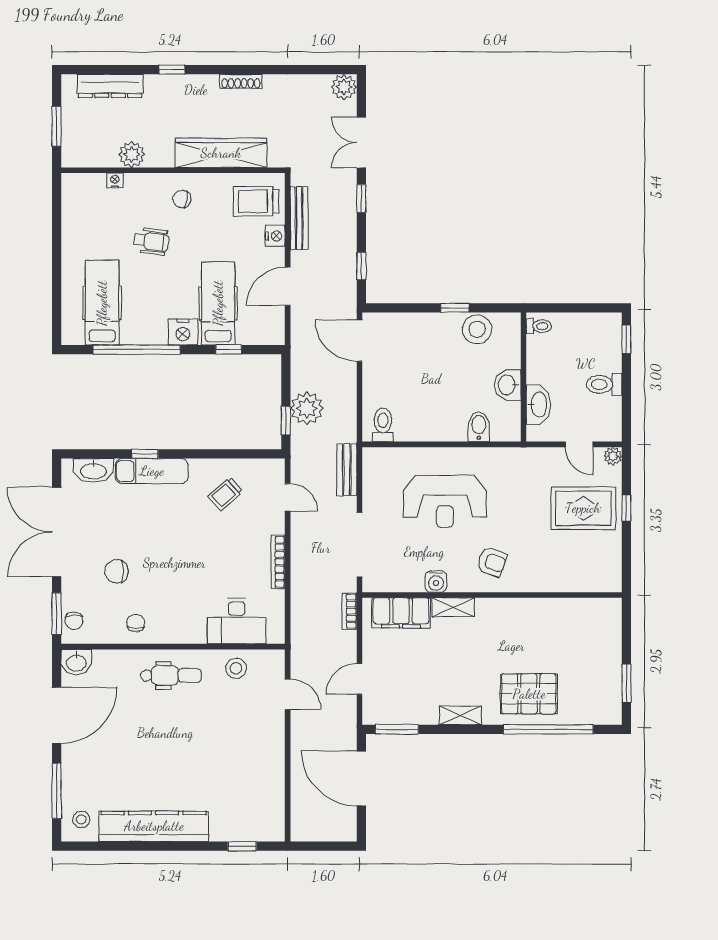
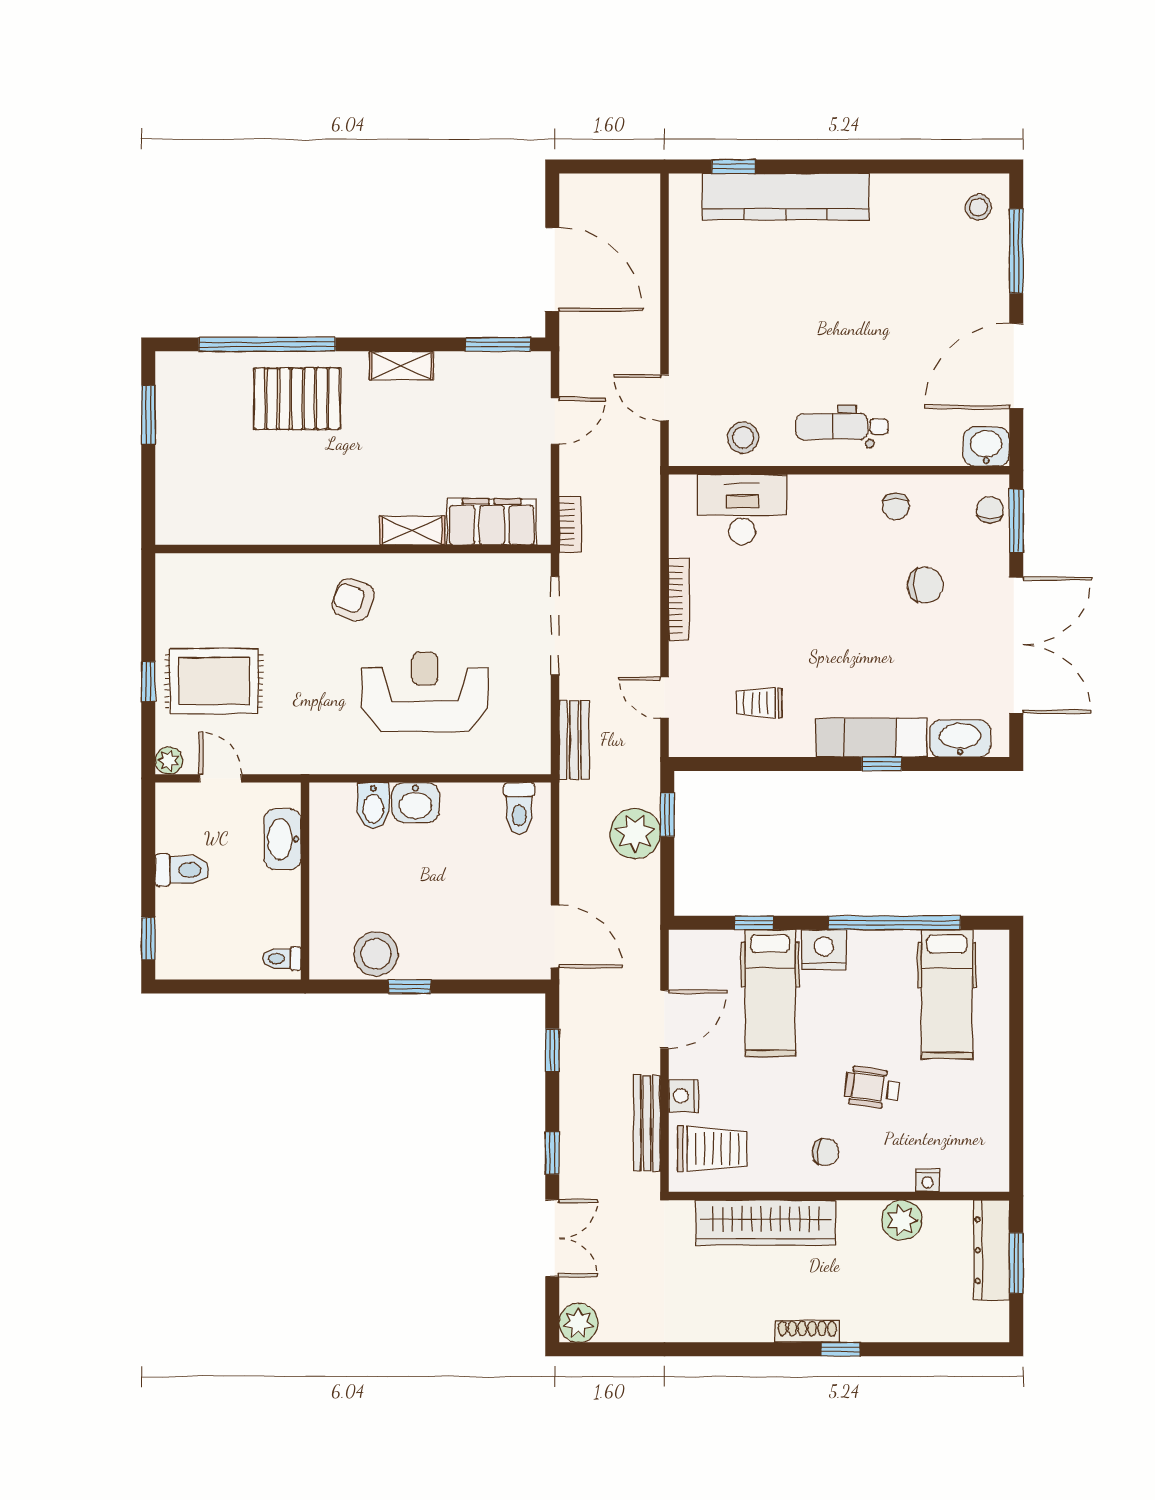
shoe rack: (241, 81) -> (807, 1331), moved
dresser: (110, 86) -> (992, 1250), moved, turned -90
washbasin: (508, 385) -> (416, 803), moved, turned 90
trolley: (225, 494) -> (759, 703), turned -139
water cooler: (436, 581) -> (438, 570), removed
kitchen counter: (154, 826) -> (786, 197), moved

